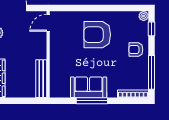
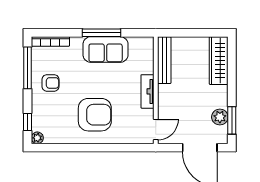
armchair: (136, 50) -> (50, 83), moved
tv unit: (55, 53) -> (148, 91), added

